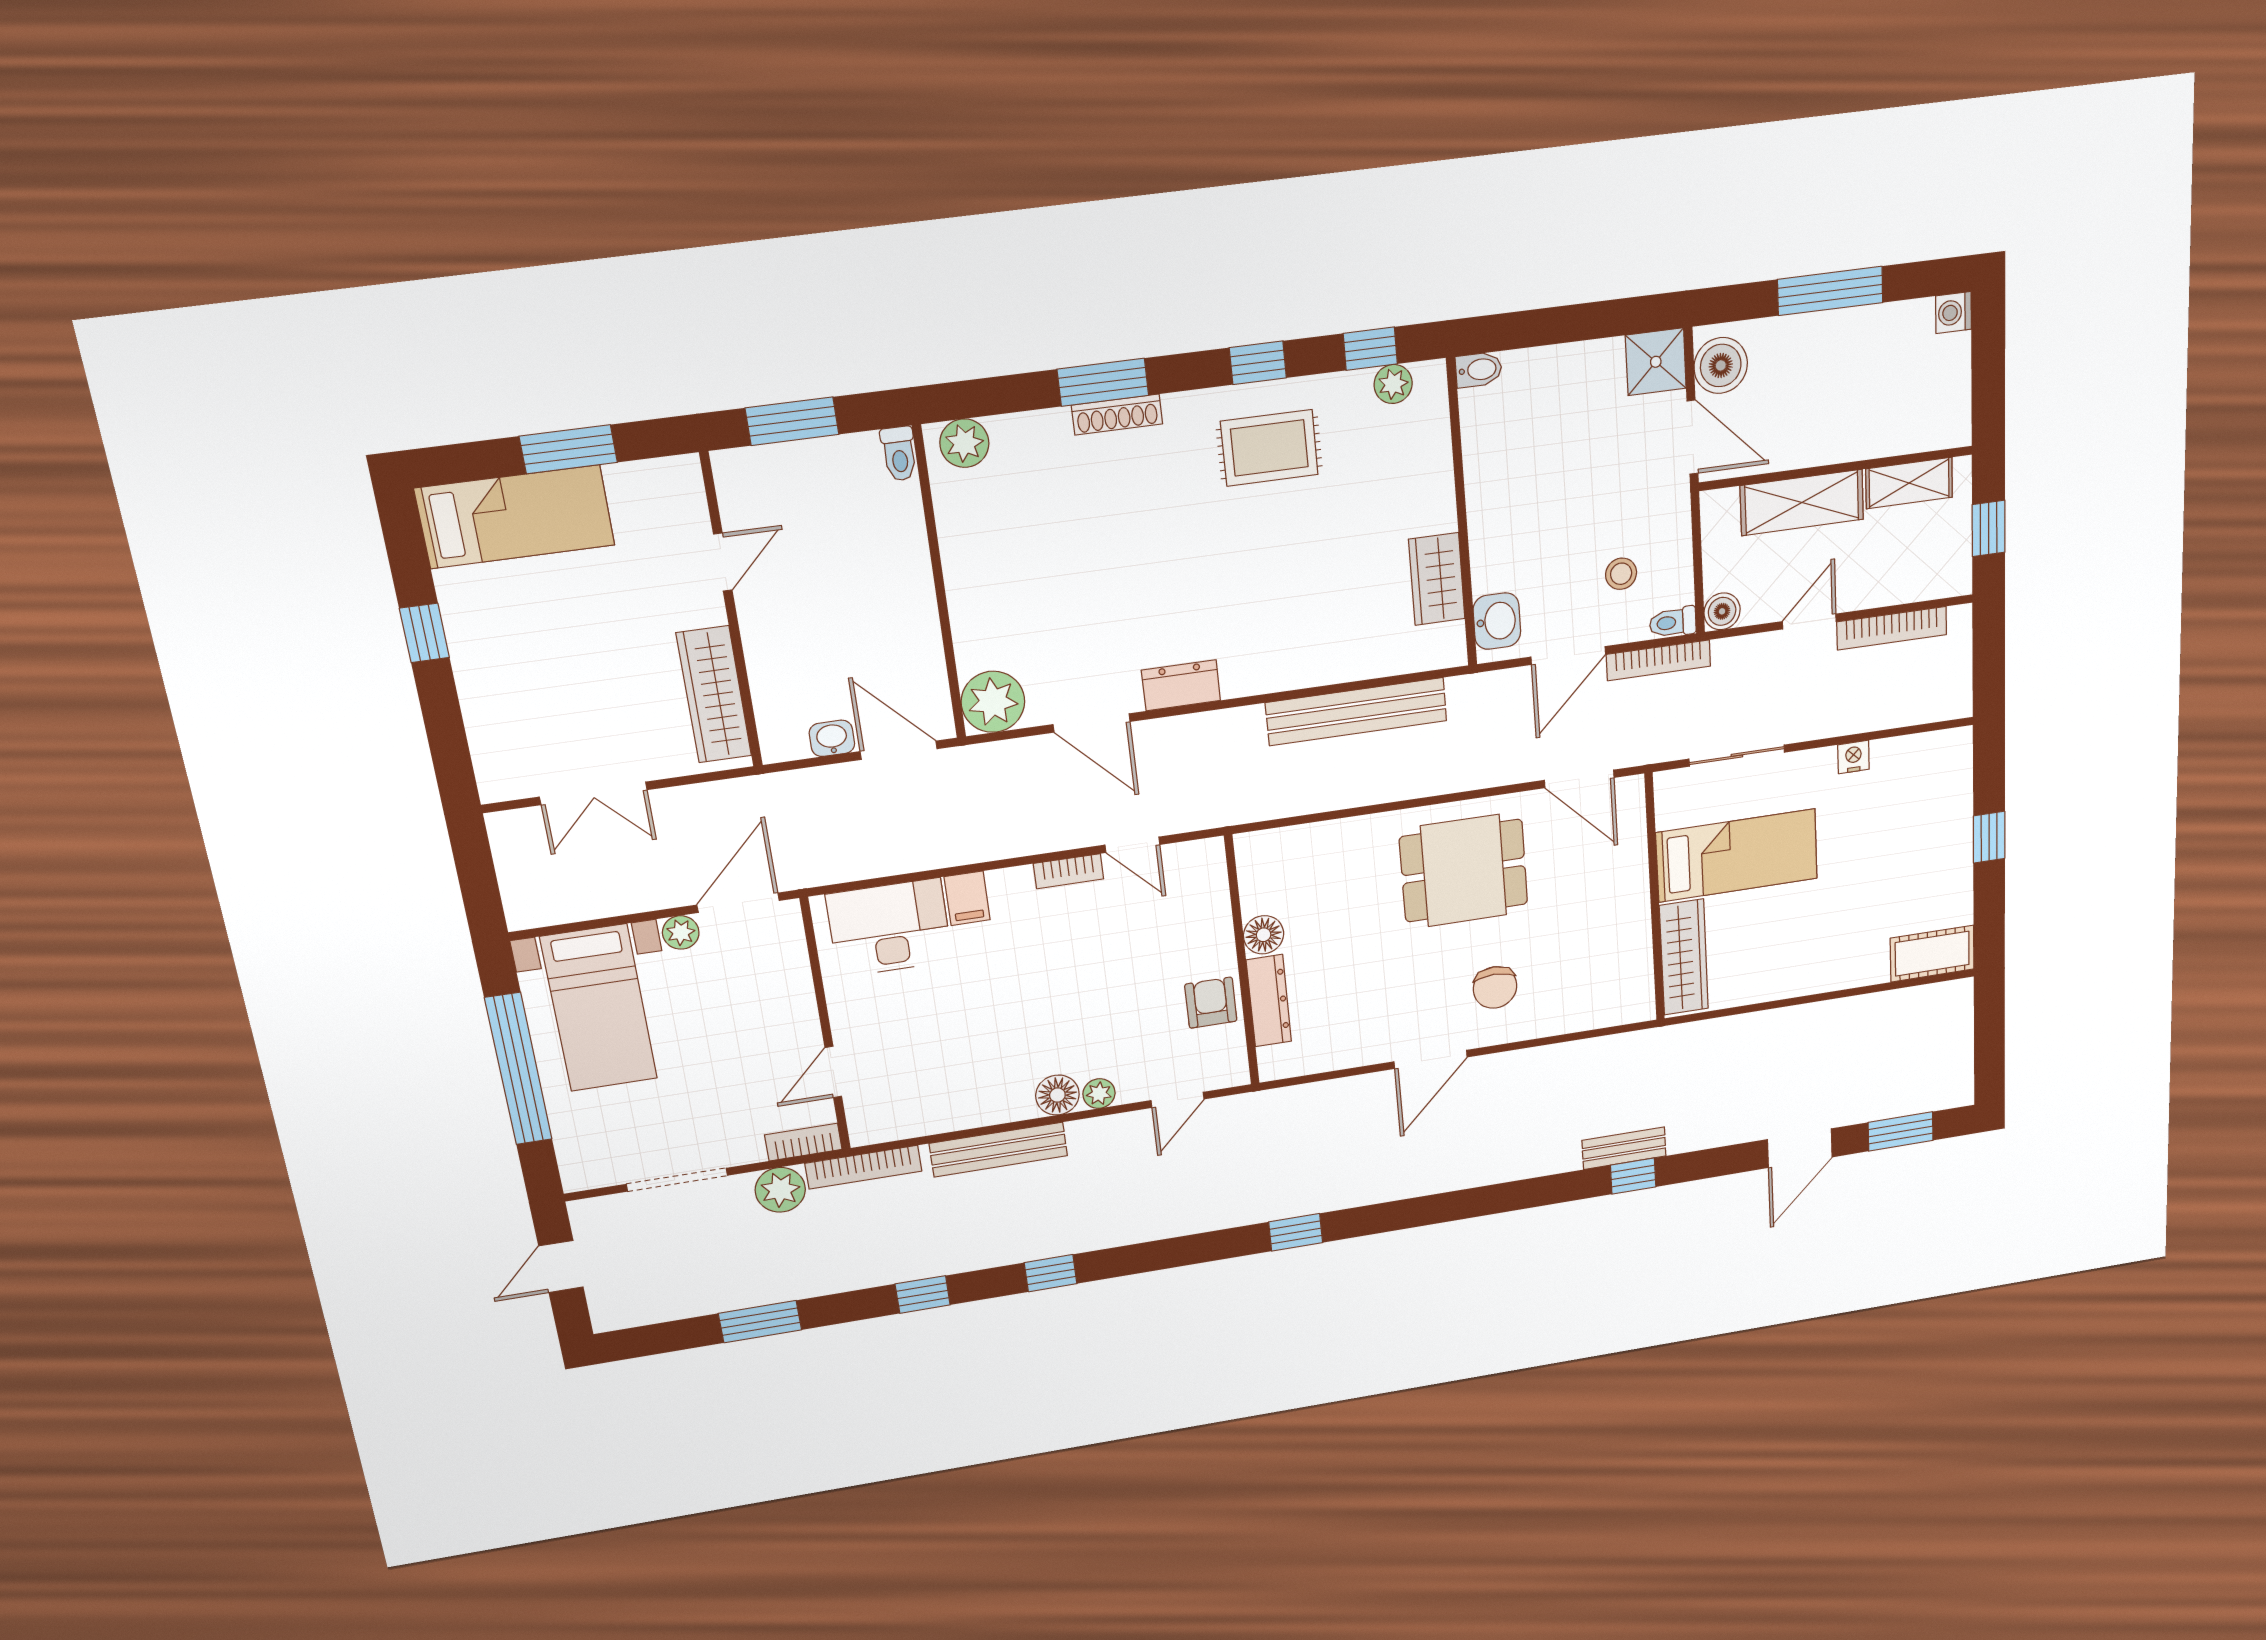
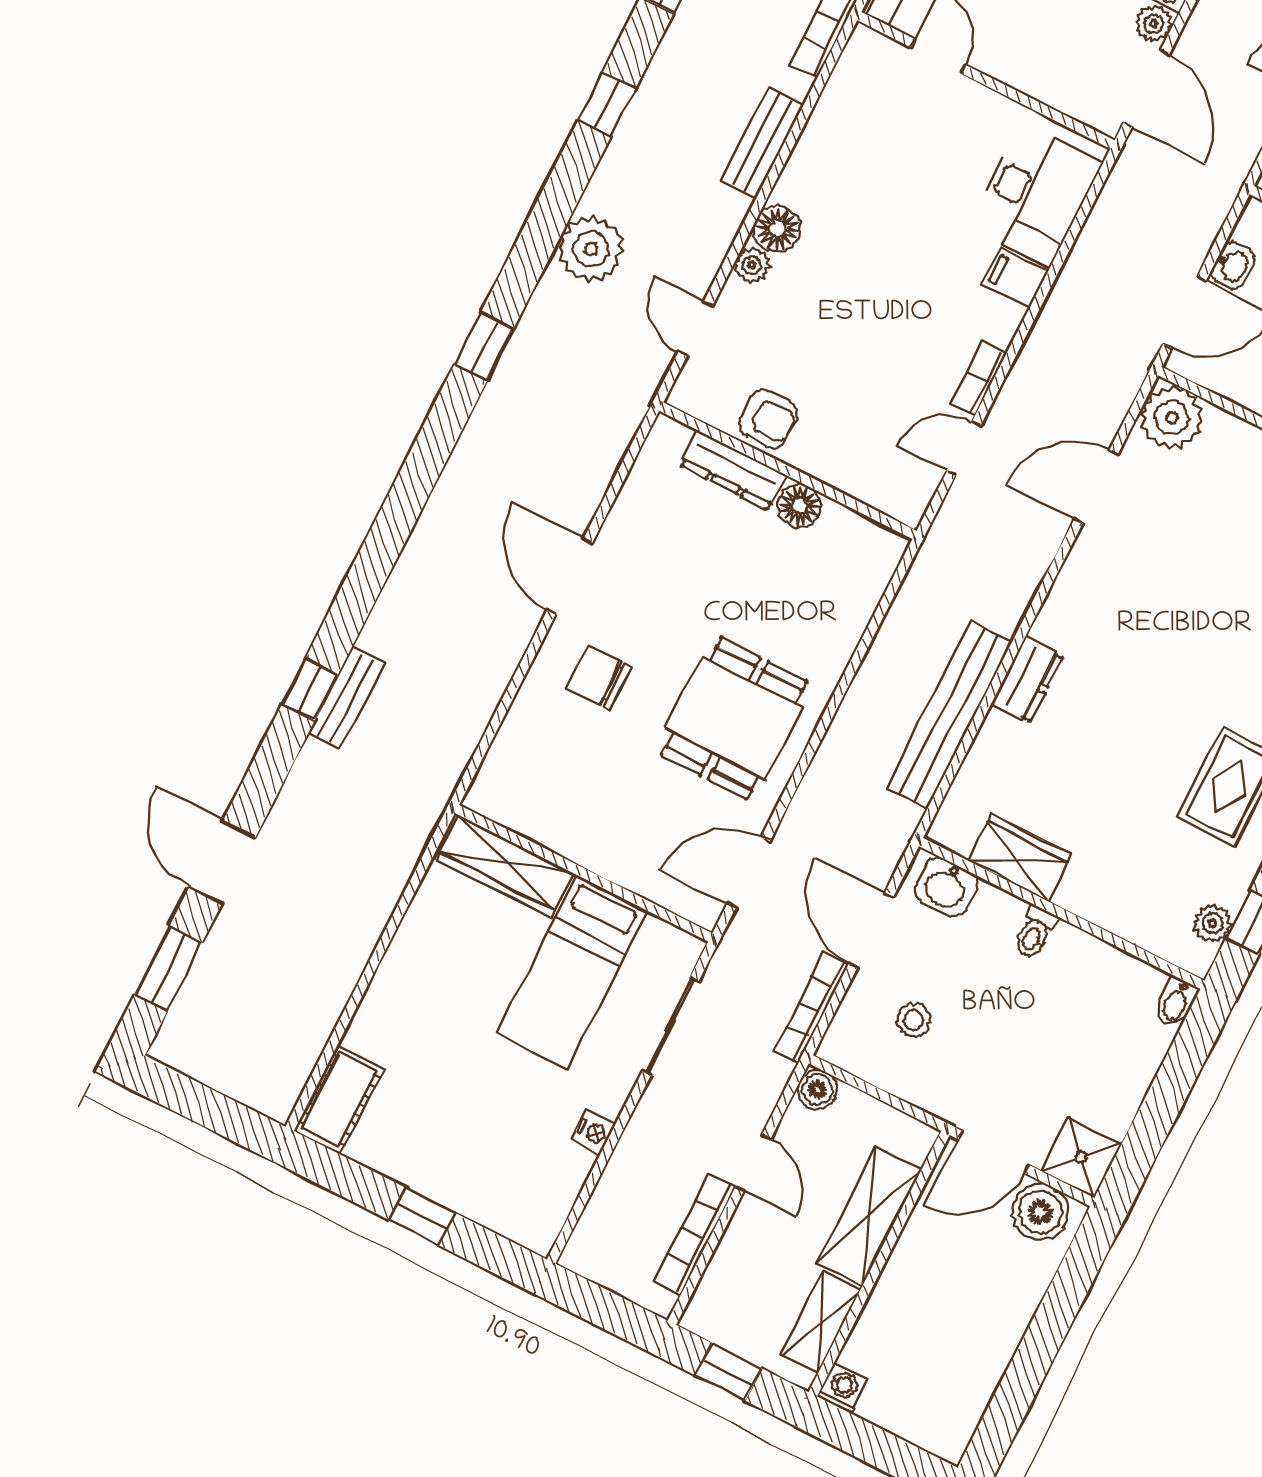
window: (1830, 291) -> (1041, 1343), removed
washing machine: (1954, 312) -> (843, 1388), moved
toilet: (1673, 622) -> (1035, 932), moved, turned 180
dresser: (1181, 685) -> (1027, 680), moved
bench: (998, 1150) -> (762, 143), width x0.73
plant: (1169, 1211) -> (591, 249), added

